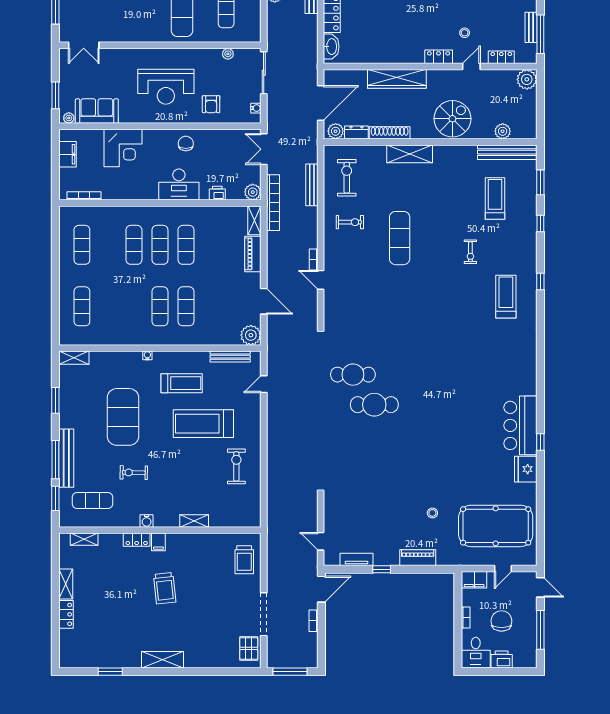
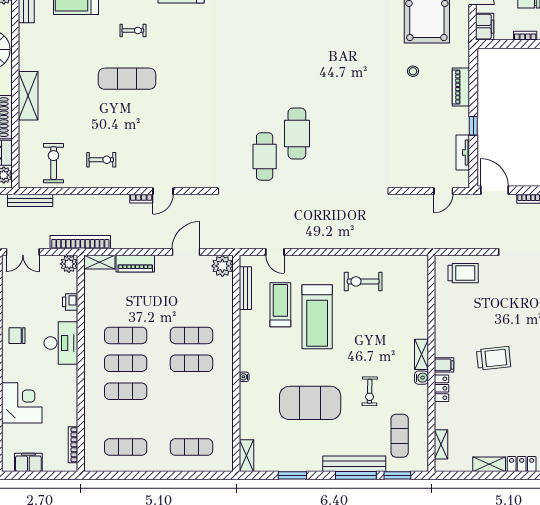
exercise bike: (347, 178) -> (54, 163), turned 90
bench: (312, 185) -> (30, 200), moved
exercise bike: (350, 222) -> (101, 160), turned 90
exercise mat: (400, 238) -> (127, 79), moved
treadmill: (182, 383) -> (280, 305), moved
shelving: (194, 521) -> (421, 354), moved

